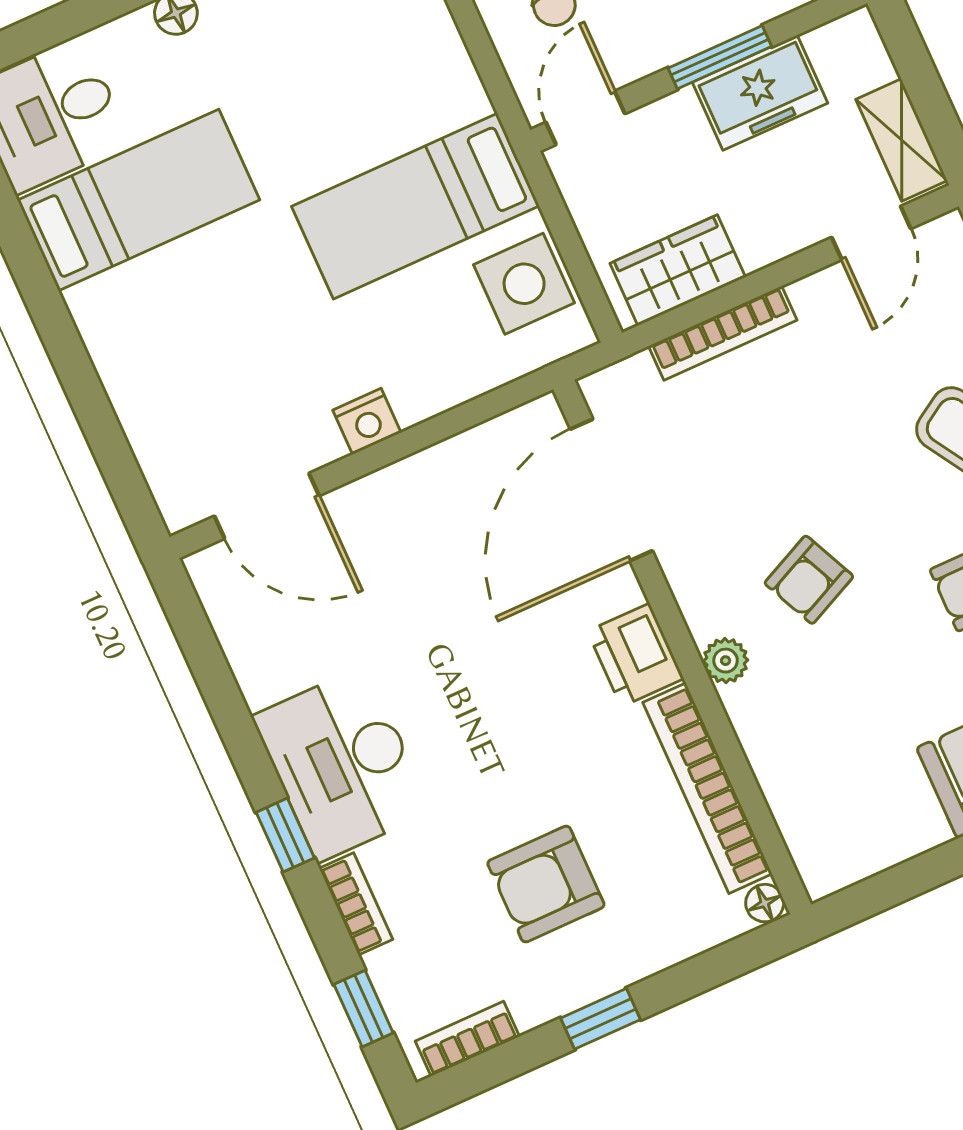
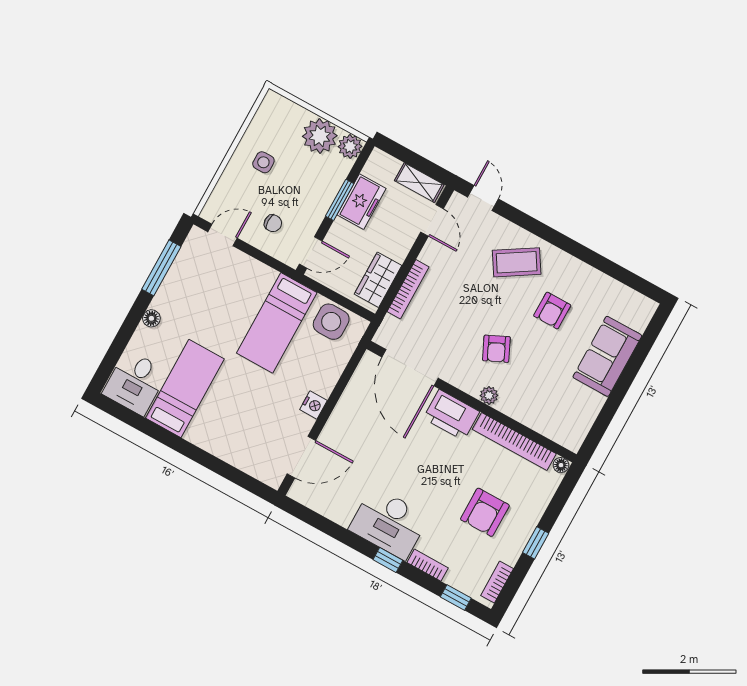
door: (585, 118) -> (311, 253), swing flipped
printer: (636, 655) -> (451, 415), width x1.37, depth x1.19

